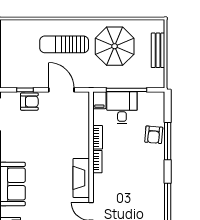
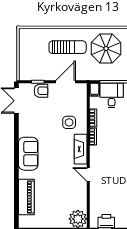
sun lounger: (64, 44) -> (68, 47), turned 180
door: (61, 90) -> (66, 82), hinge flipped
side table: (66, 143) -> (69, 122), added

